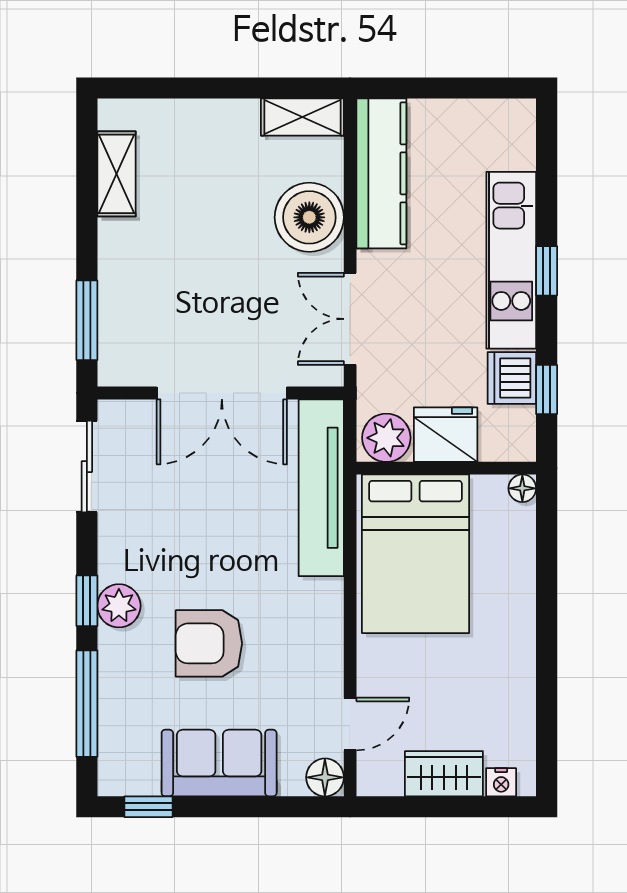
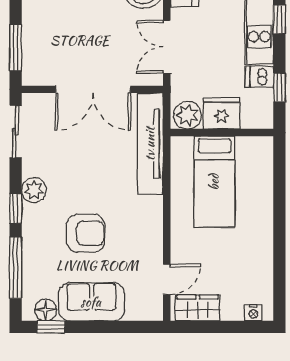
dishwasher: (512, 378) -> (260, 77), width x0.73
floor lamp: (522, 488) -> (265, 144), removed
bed: (416, 554) -> (214, 182), width x0.67
plant: (119, 606) -> (34, 190), moved
armchair: (209, 643) -> (86, 233), turned 180
wardrobe: (444, 774) -> (198, 308), moved
floor lamp: (325, 777) -> (46, 310), moved

